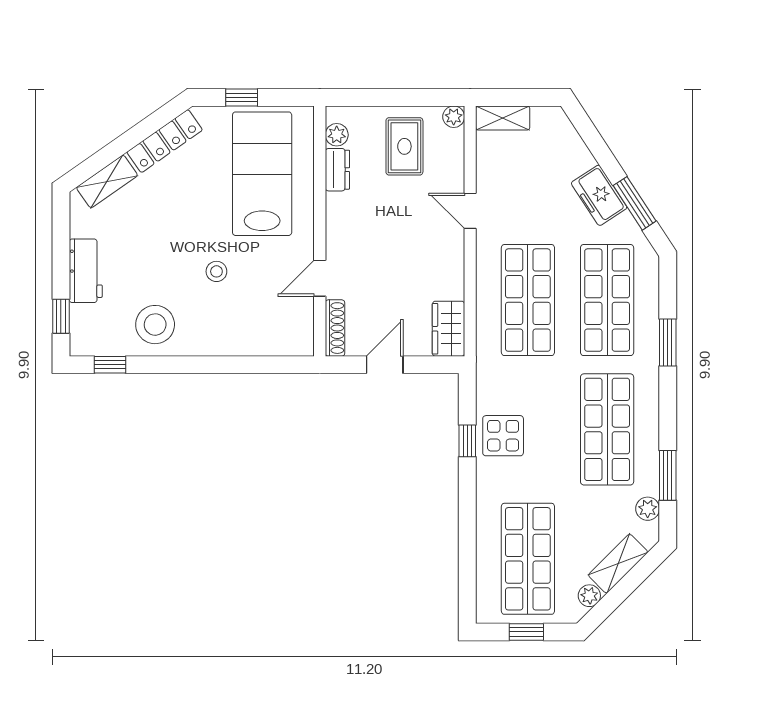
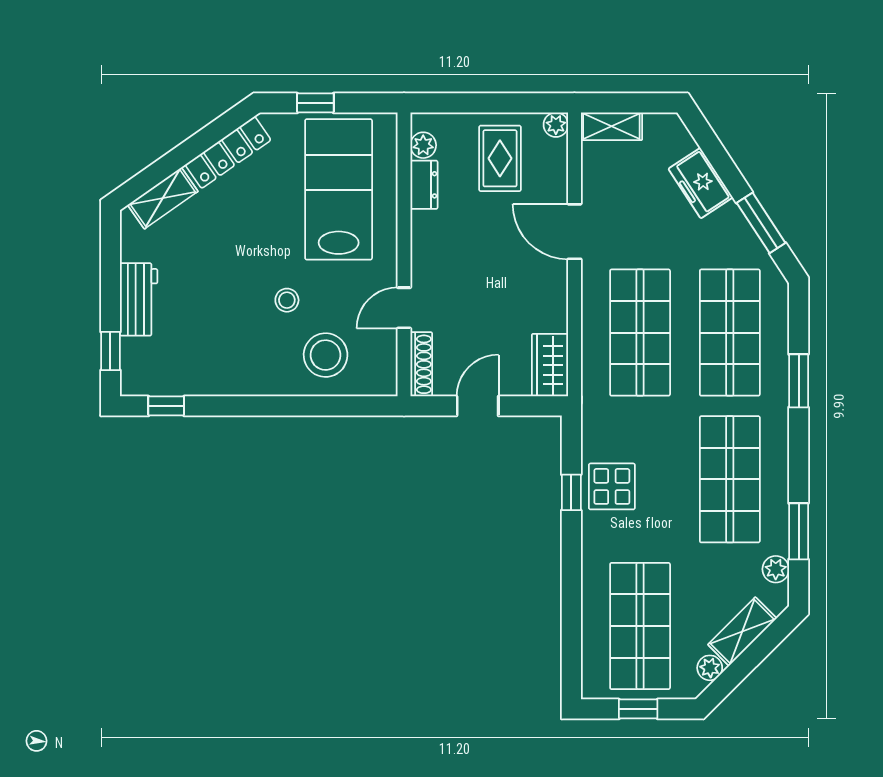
freezer: (599, 195) -> (701, 183), moved
door: (470, 211) -> (574, 232), width x1.38
stool: (155, 325) -> (326, 355), moved

